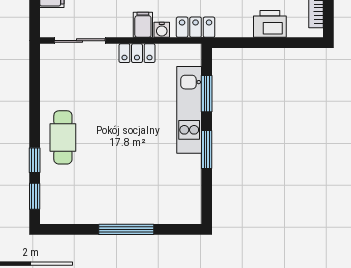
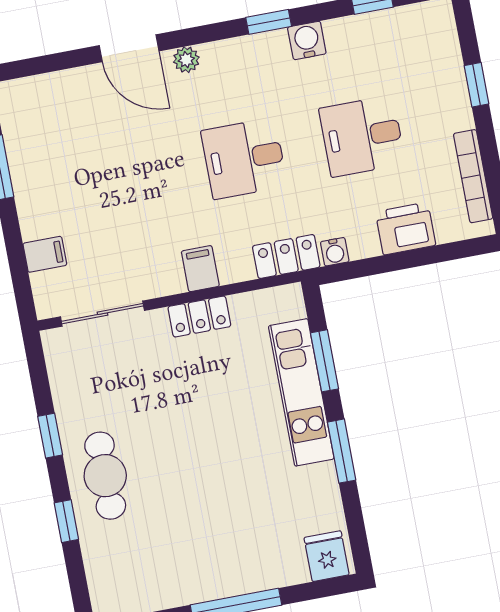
water cooler: (162, 30) -> (335, 252), moved
window: (35, 196) -> (50, 436), moved
fridge: (186, 210) -> (327, 556), added

